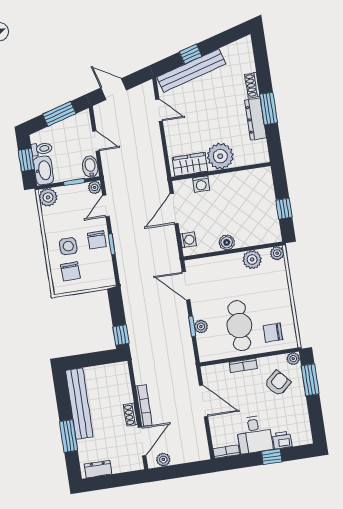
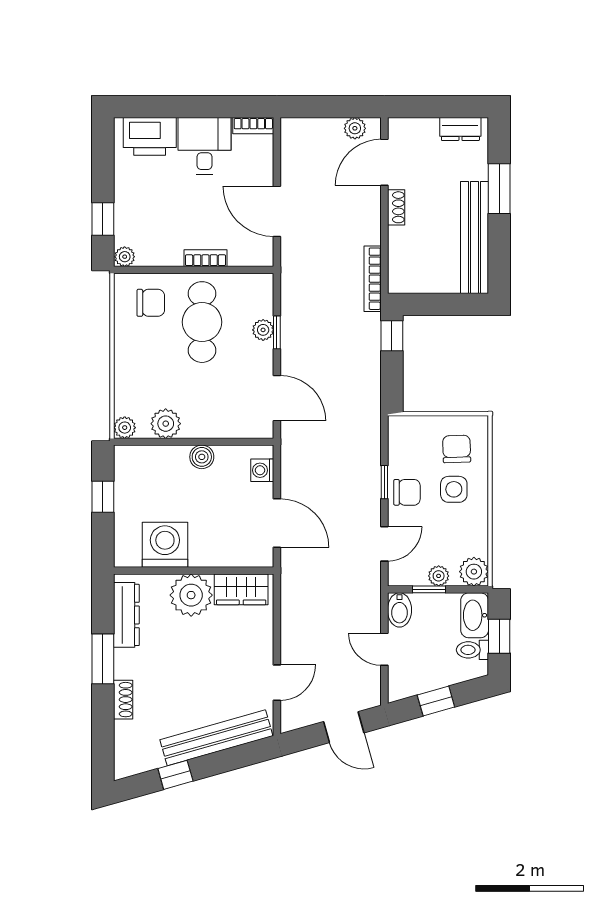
window: (191, 54) -> (175, 775), moved
door: (159, 110) -> (277, 683), swing flipped
window: (59, 114) -> (436, 701), width x0.67
dresser: (255, 119) -> (126, 615), moved
washing machine: (201, 184) -> (165, 545), moved, width x1.89, depth x1.89
plant: (95, 187) -> (439, 576), moved
door: (174, 209) -> (277, 523), hinge flipped
chair: (97, 240) -> (407, 492), turned 90
window: (310, 380) -> (103, 219), width x0.67
armchair: (278, 383) -> (155, 222), removed
bookcase: (144, 406) -> (373, 279), moved
printer: (282, 440) -> (150, 136), width x1.87, depth x1.48
window: (272, 457) -> (183, 107), removed

